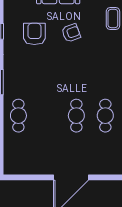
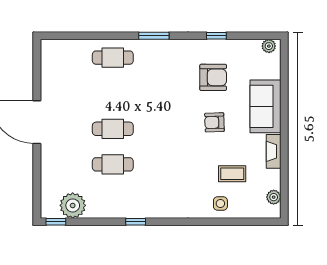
armchair: (71, 33) -> (214, 122), turned 108

